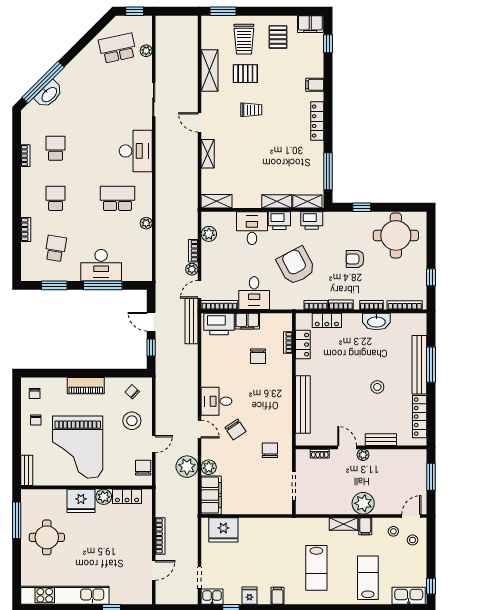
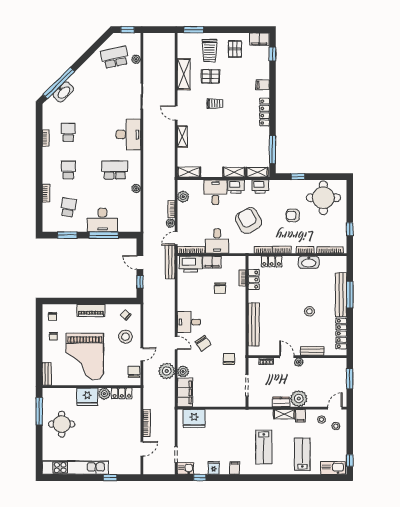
dresser: (339, 508) -> (281, 402), added

